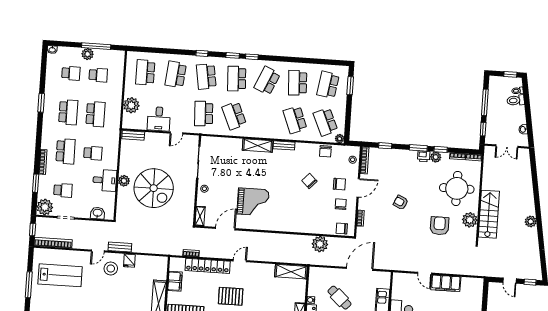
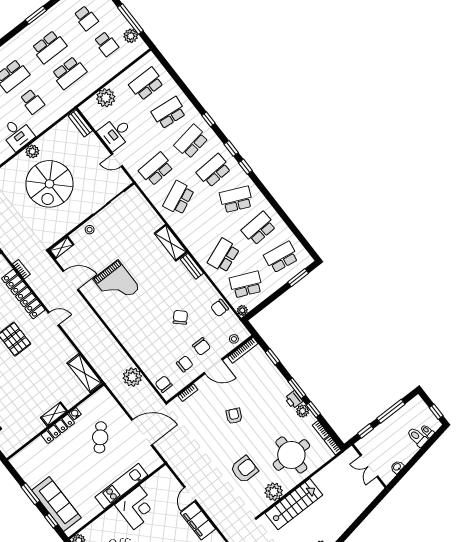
plant: (88, 54) -> (131, 36), moved
school desk: (326, 122) -> (246, 284), turned 48

